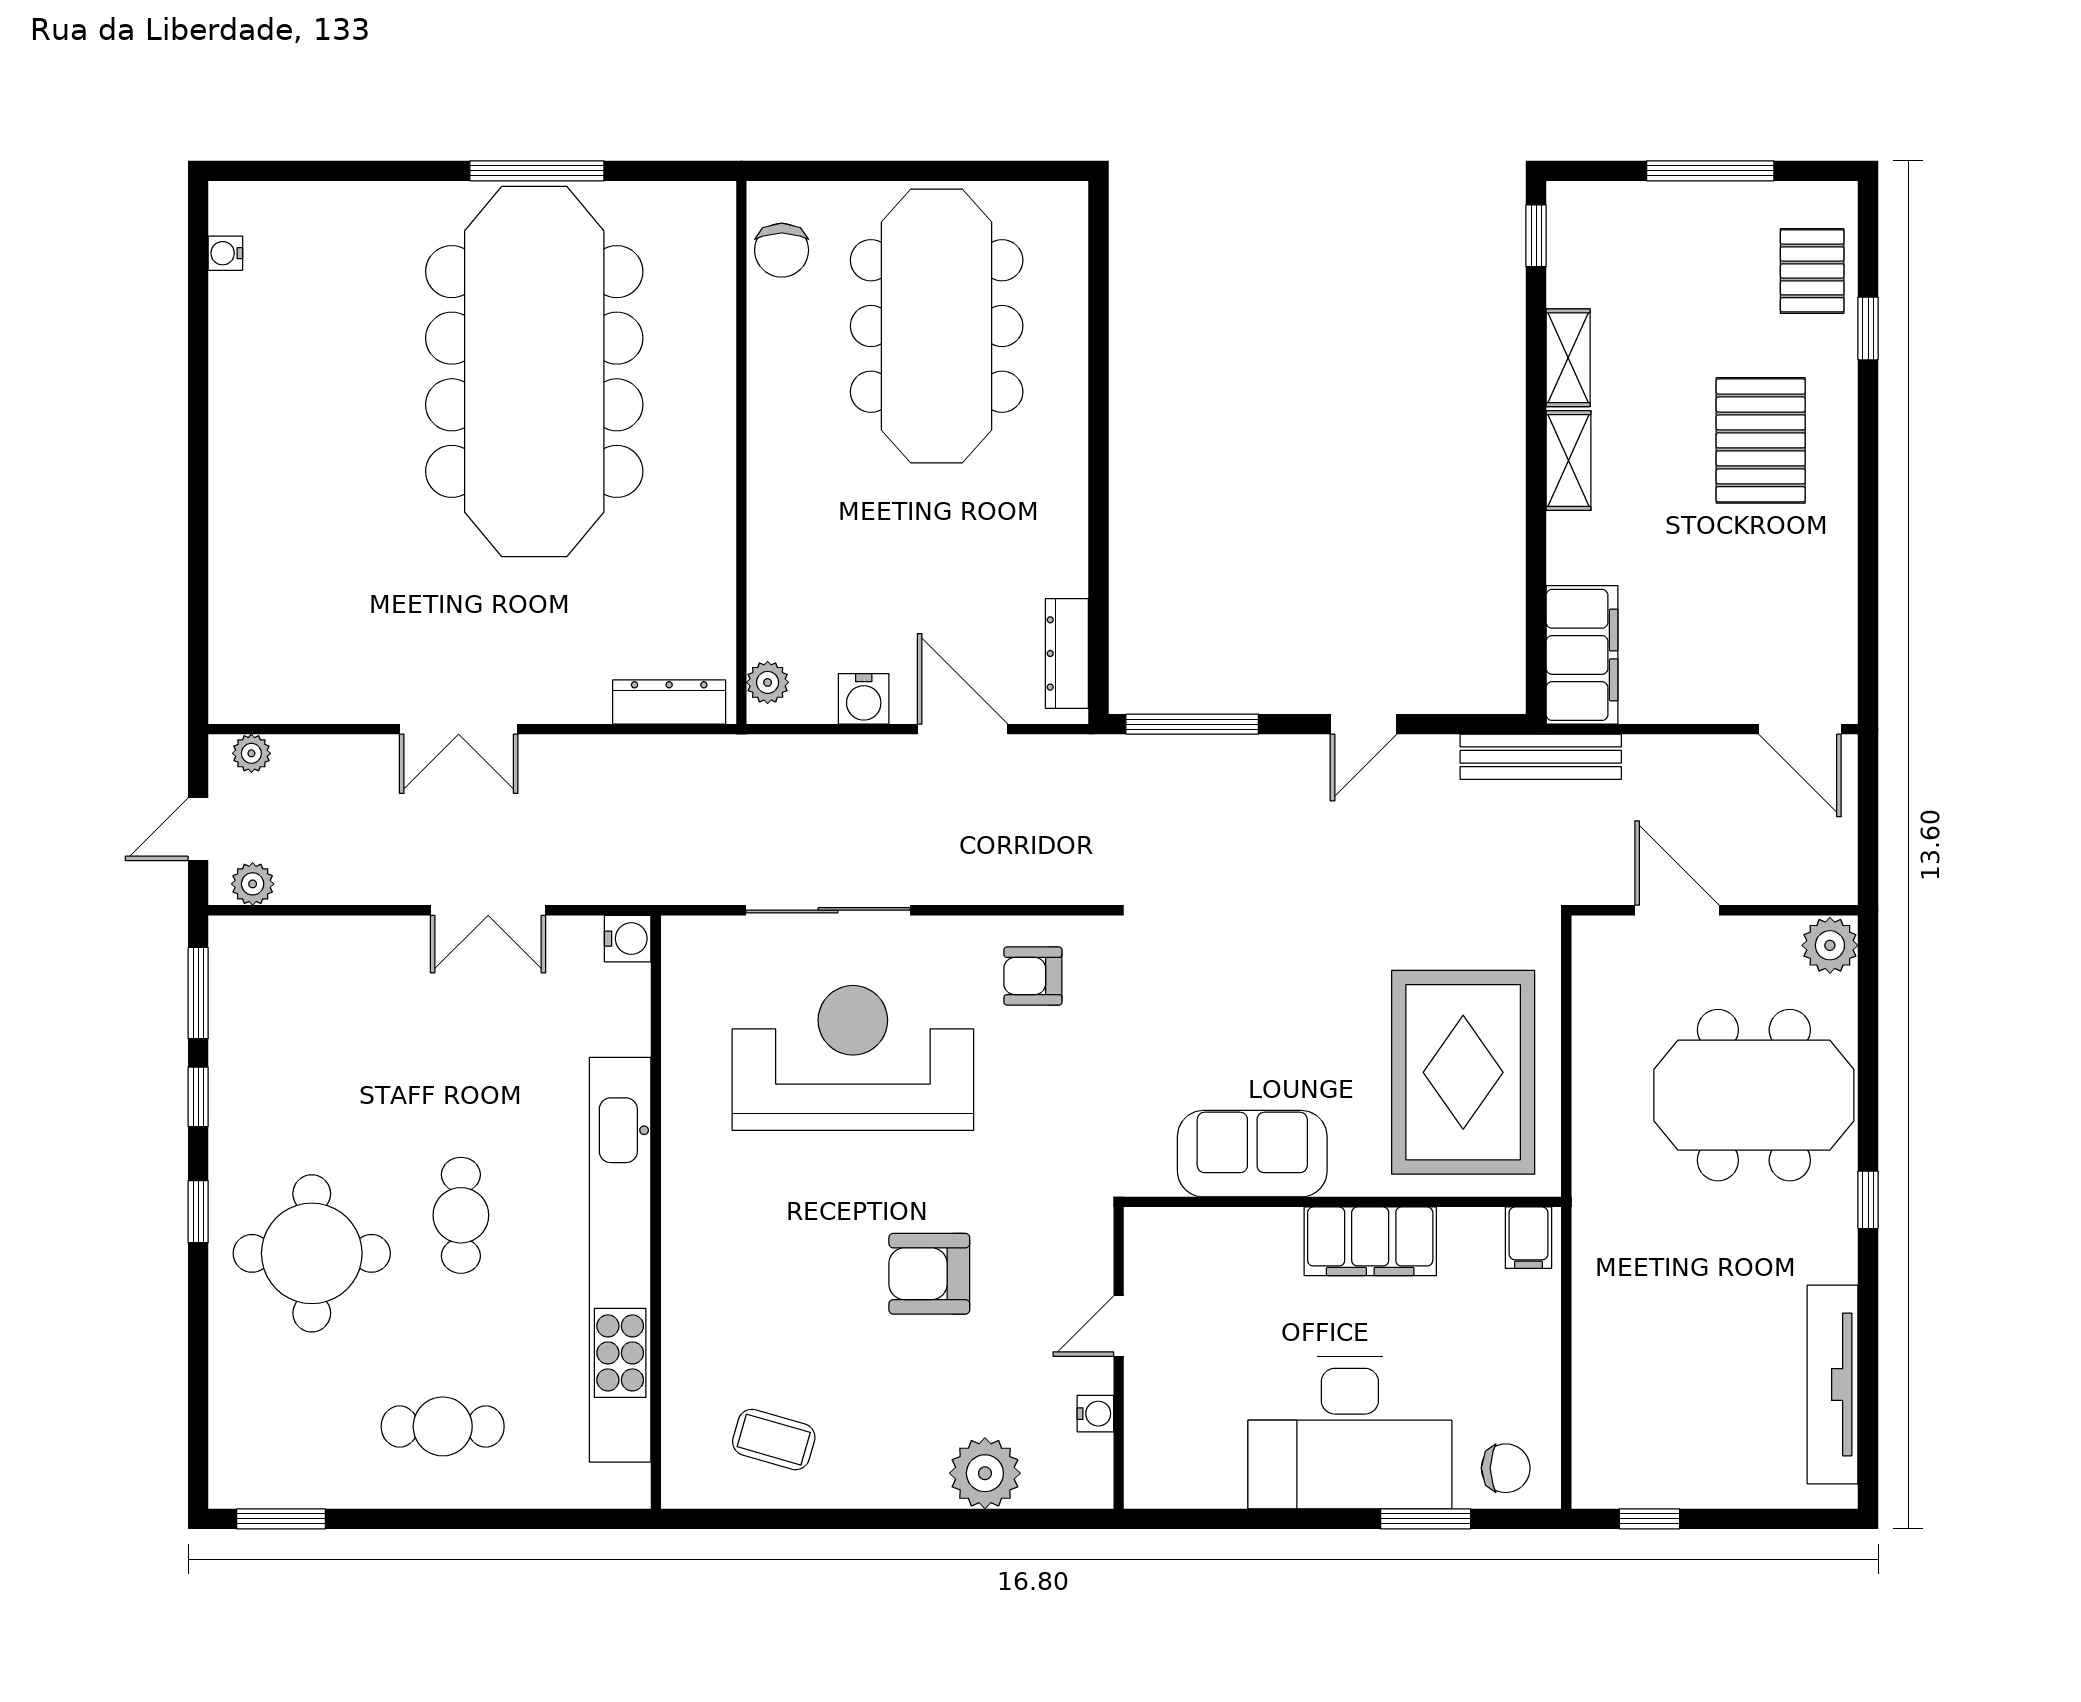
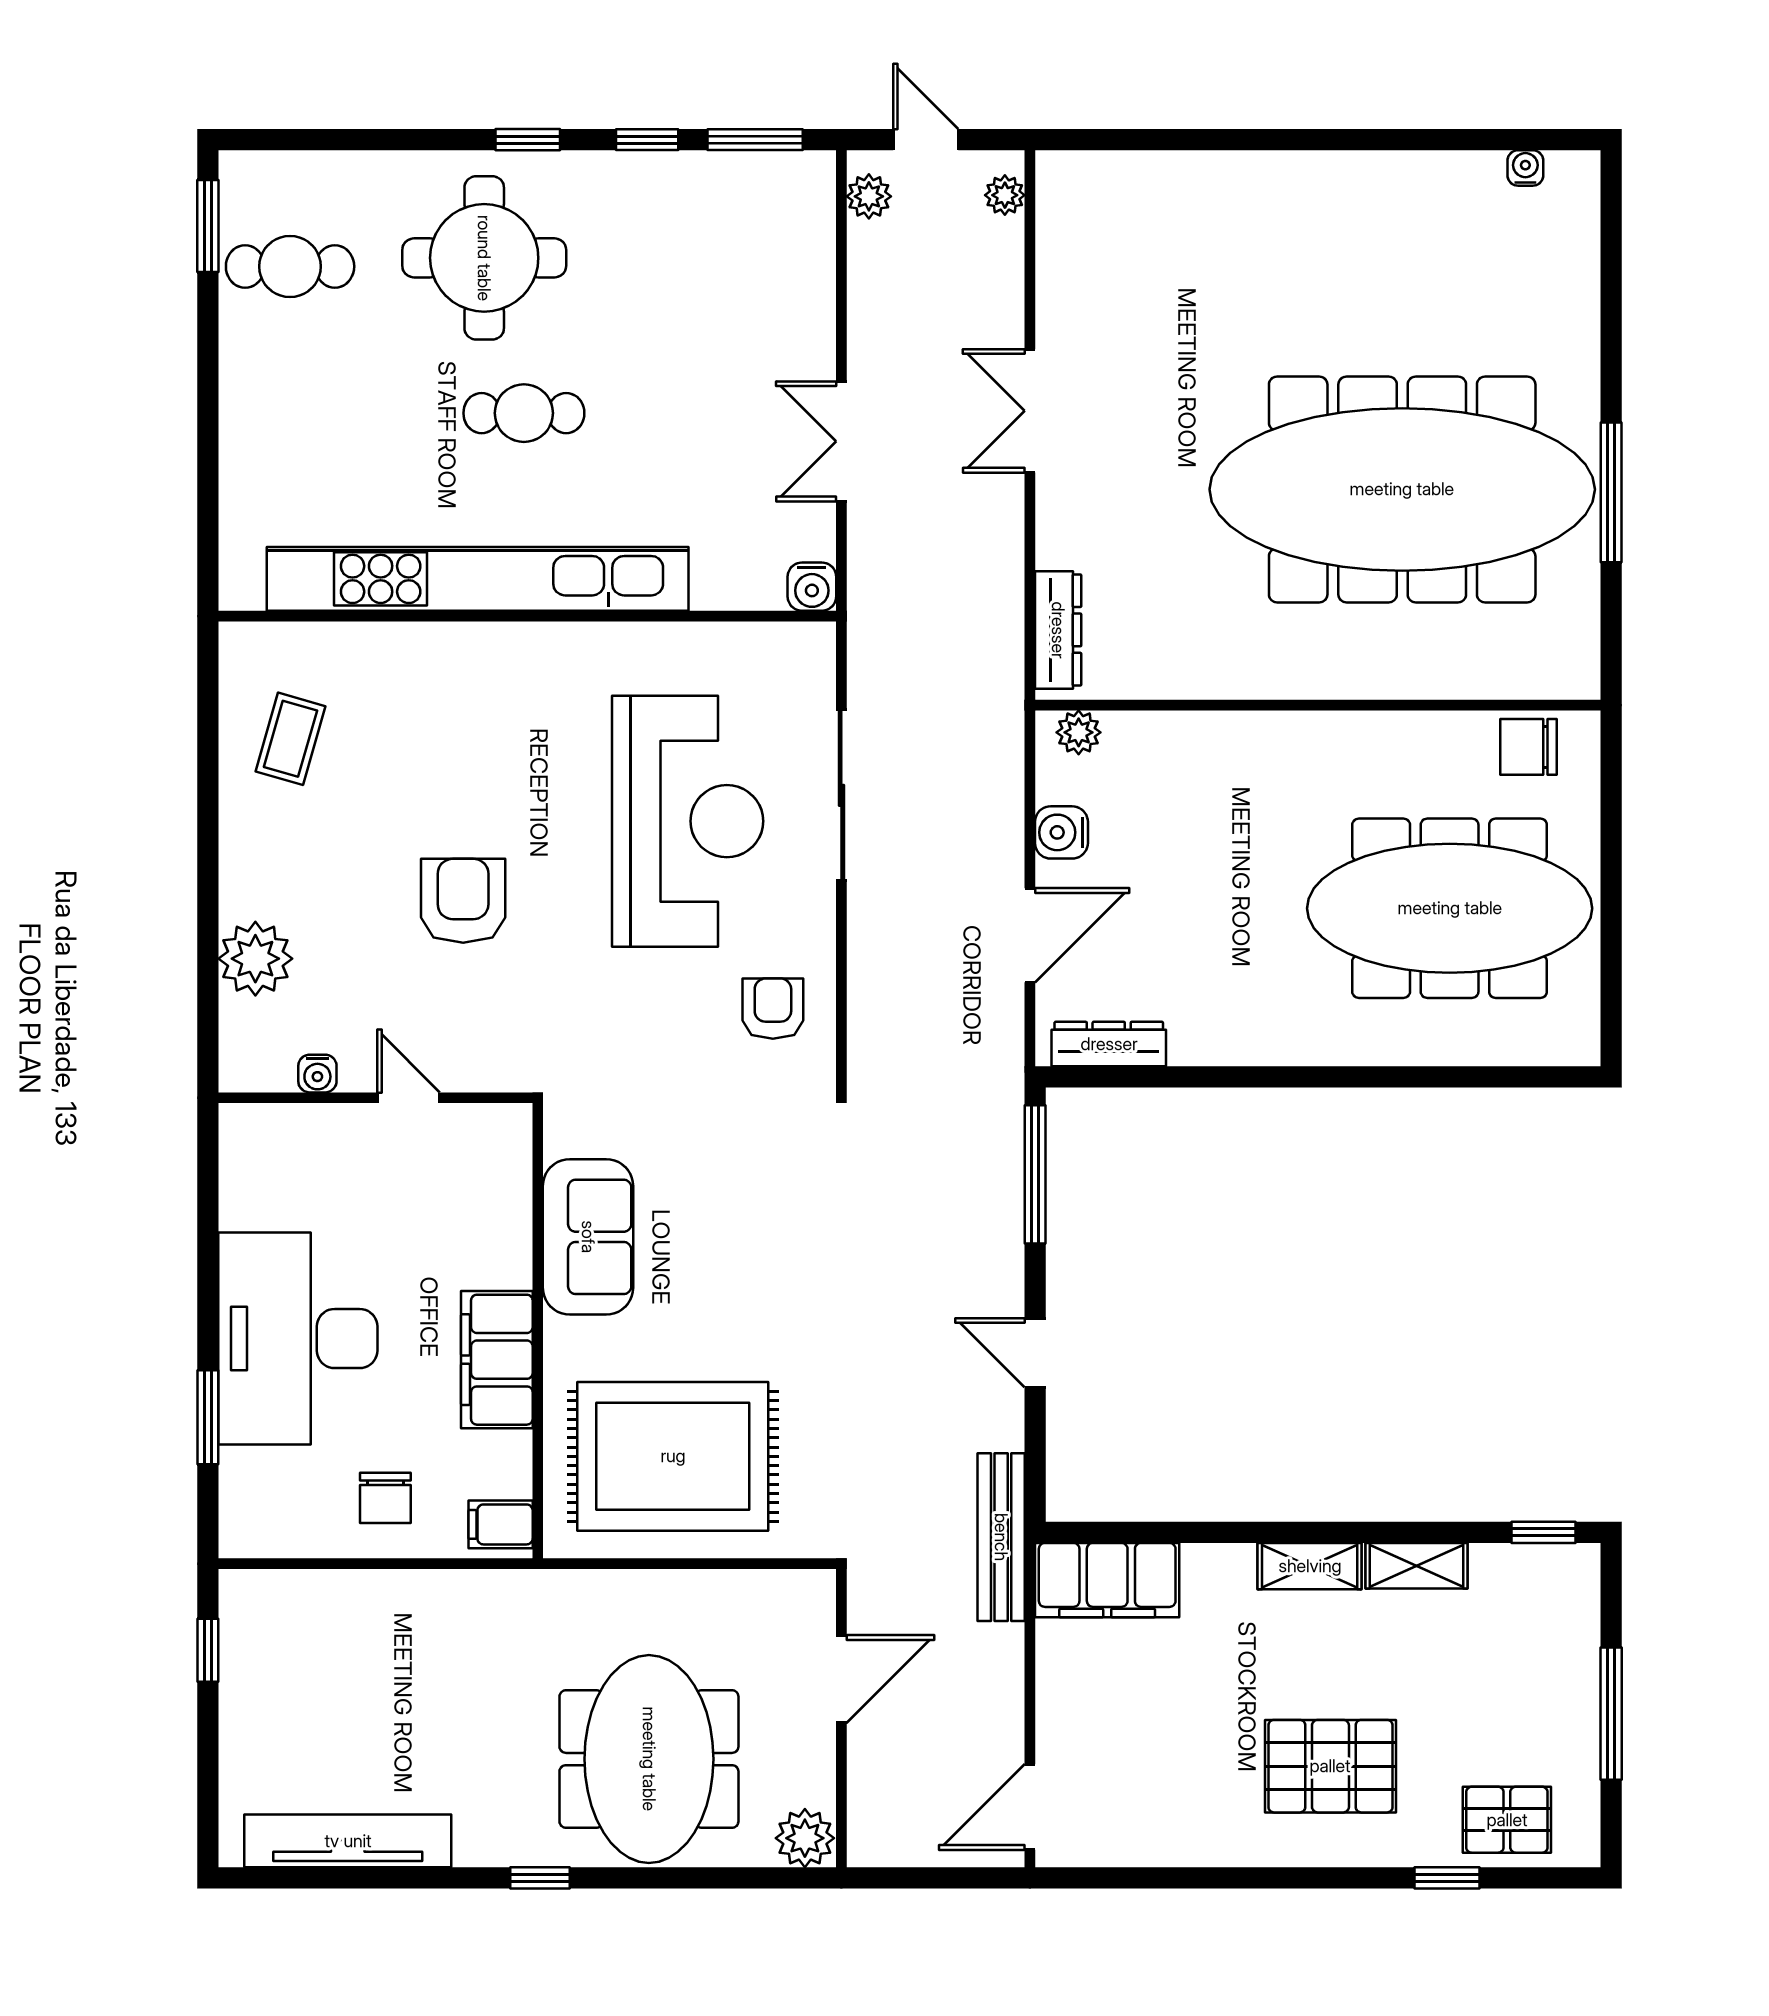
cafe table: (443, 1426) -> (290, 266), moved, turned 90
chair: (1506, 1468) -> (385, 1498), moved

